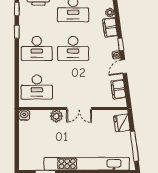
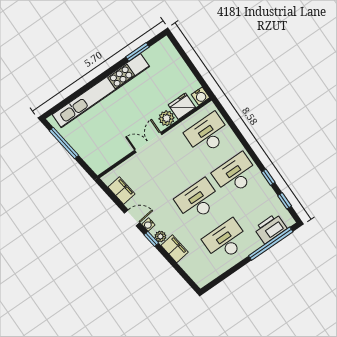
plant: (110, 12) -> (160, 236), moved
door: (124, 67) -> (132, 218), hinge flipped
fridge: (122, 123) -> (182, 106), moved, turned -82

